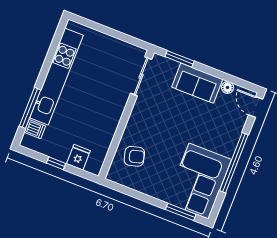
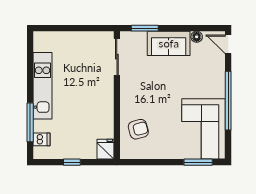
kitchen unit: (56, 76) -> (43, 86), width x0.73
fridge: (78, 157) -> (106, 149), moved

